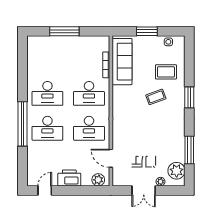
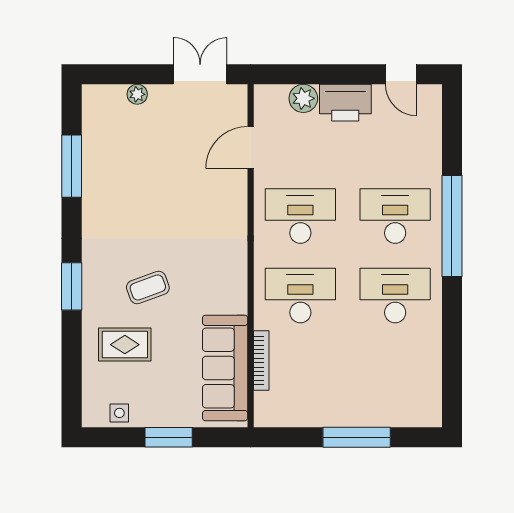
door: (111, 158) -> (251, 148), swing flipped
plant: (177, 171) -> (101, 119), removed
plant: (98, 180) -> (303, 98), moved
door: (45, 190) -> (401, 74), hinge flipped
double door: (144, 190) -> (200, 74), moved

